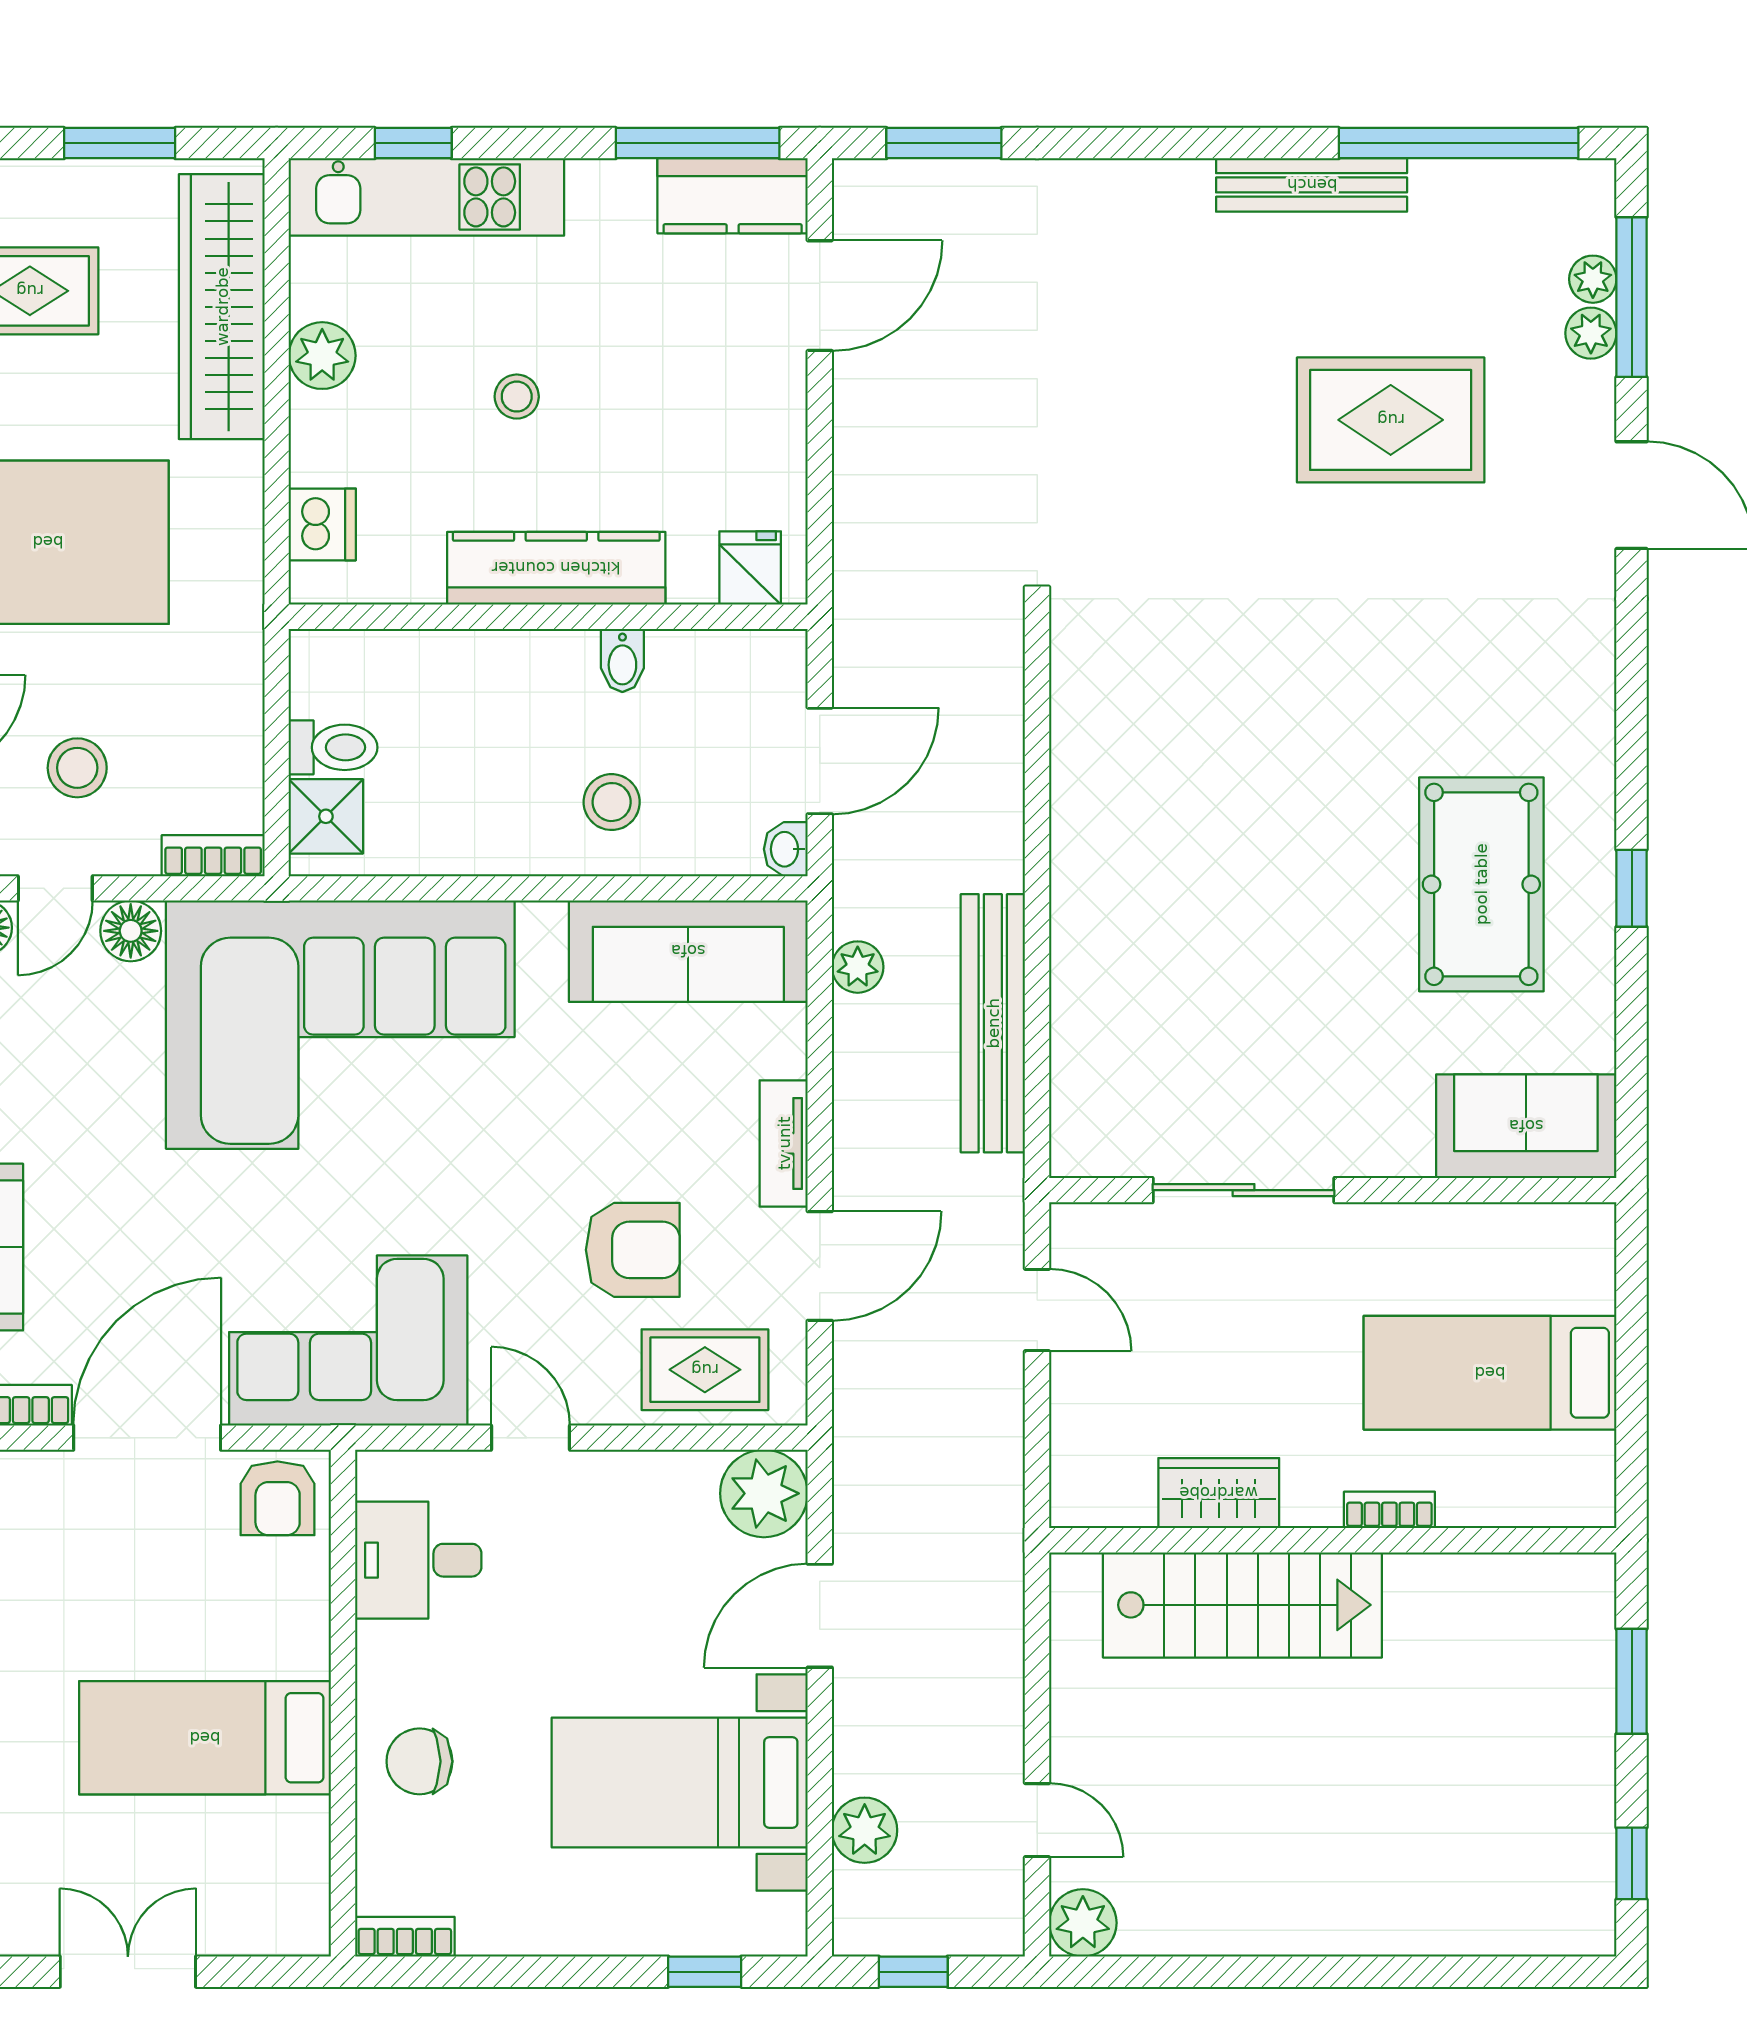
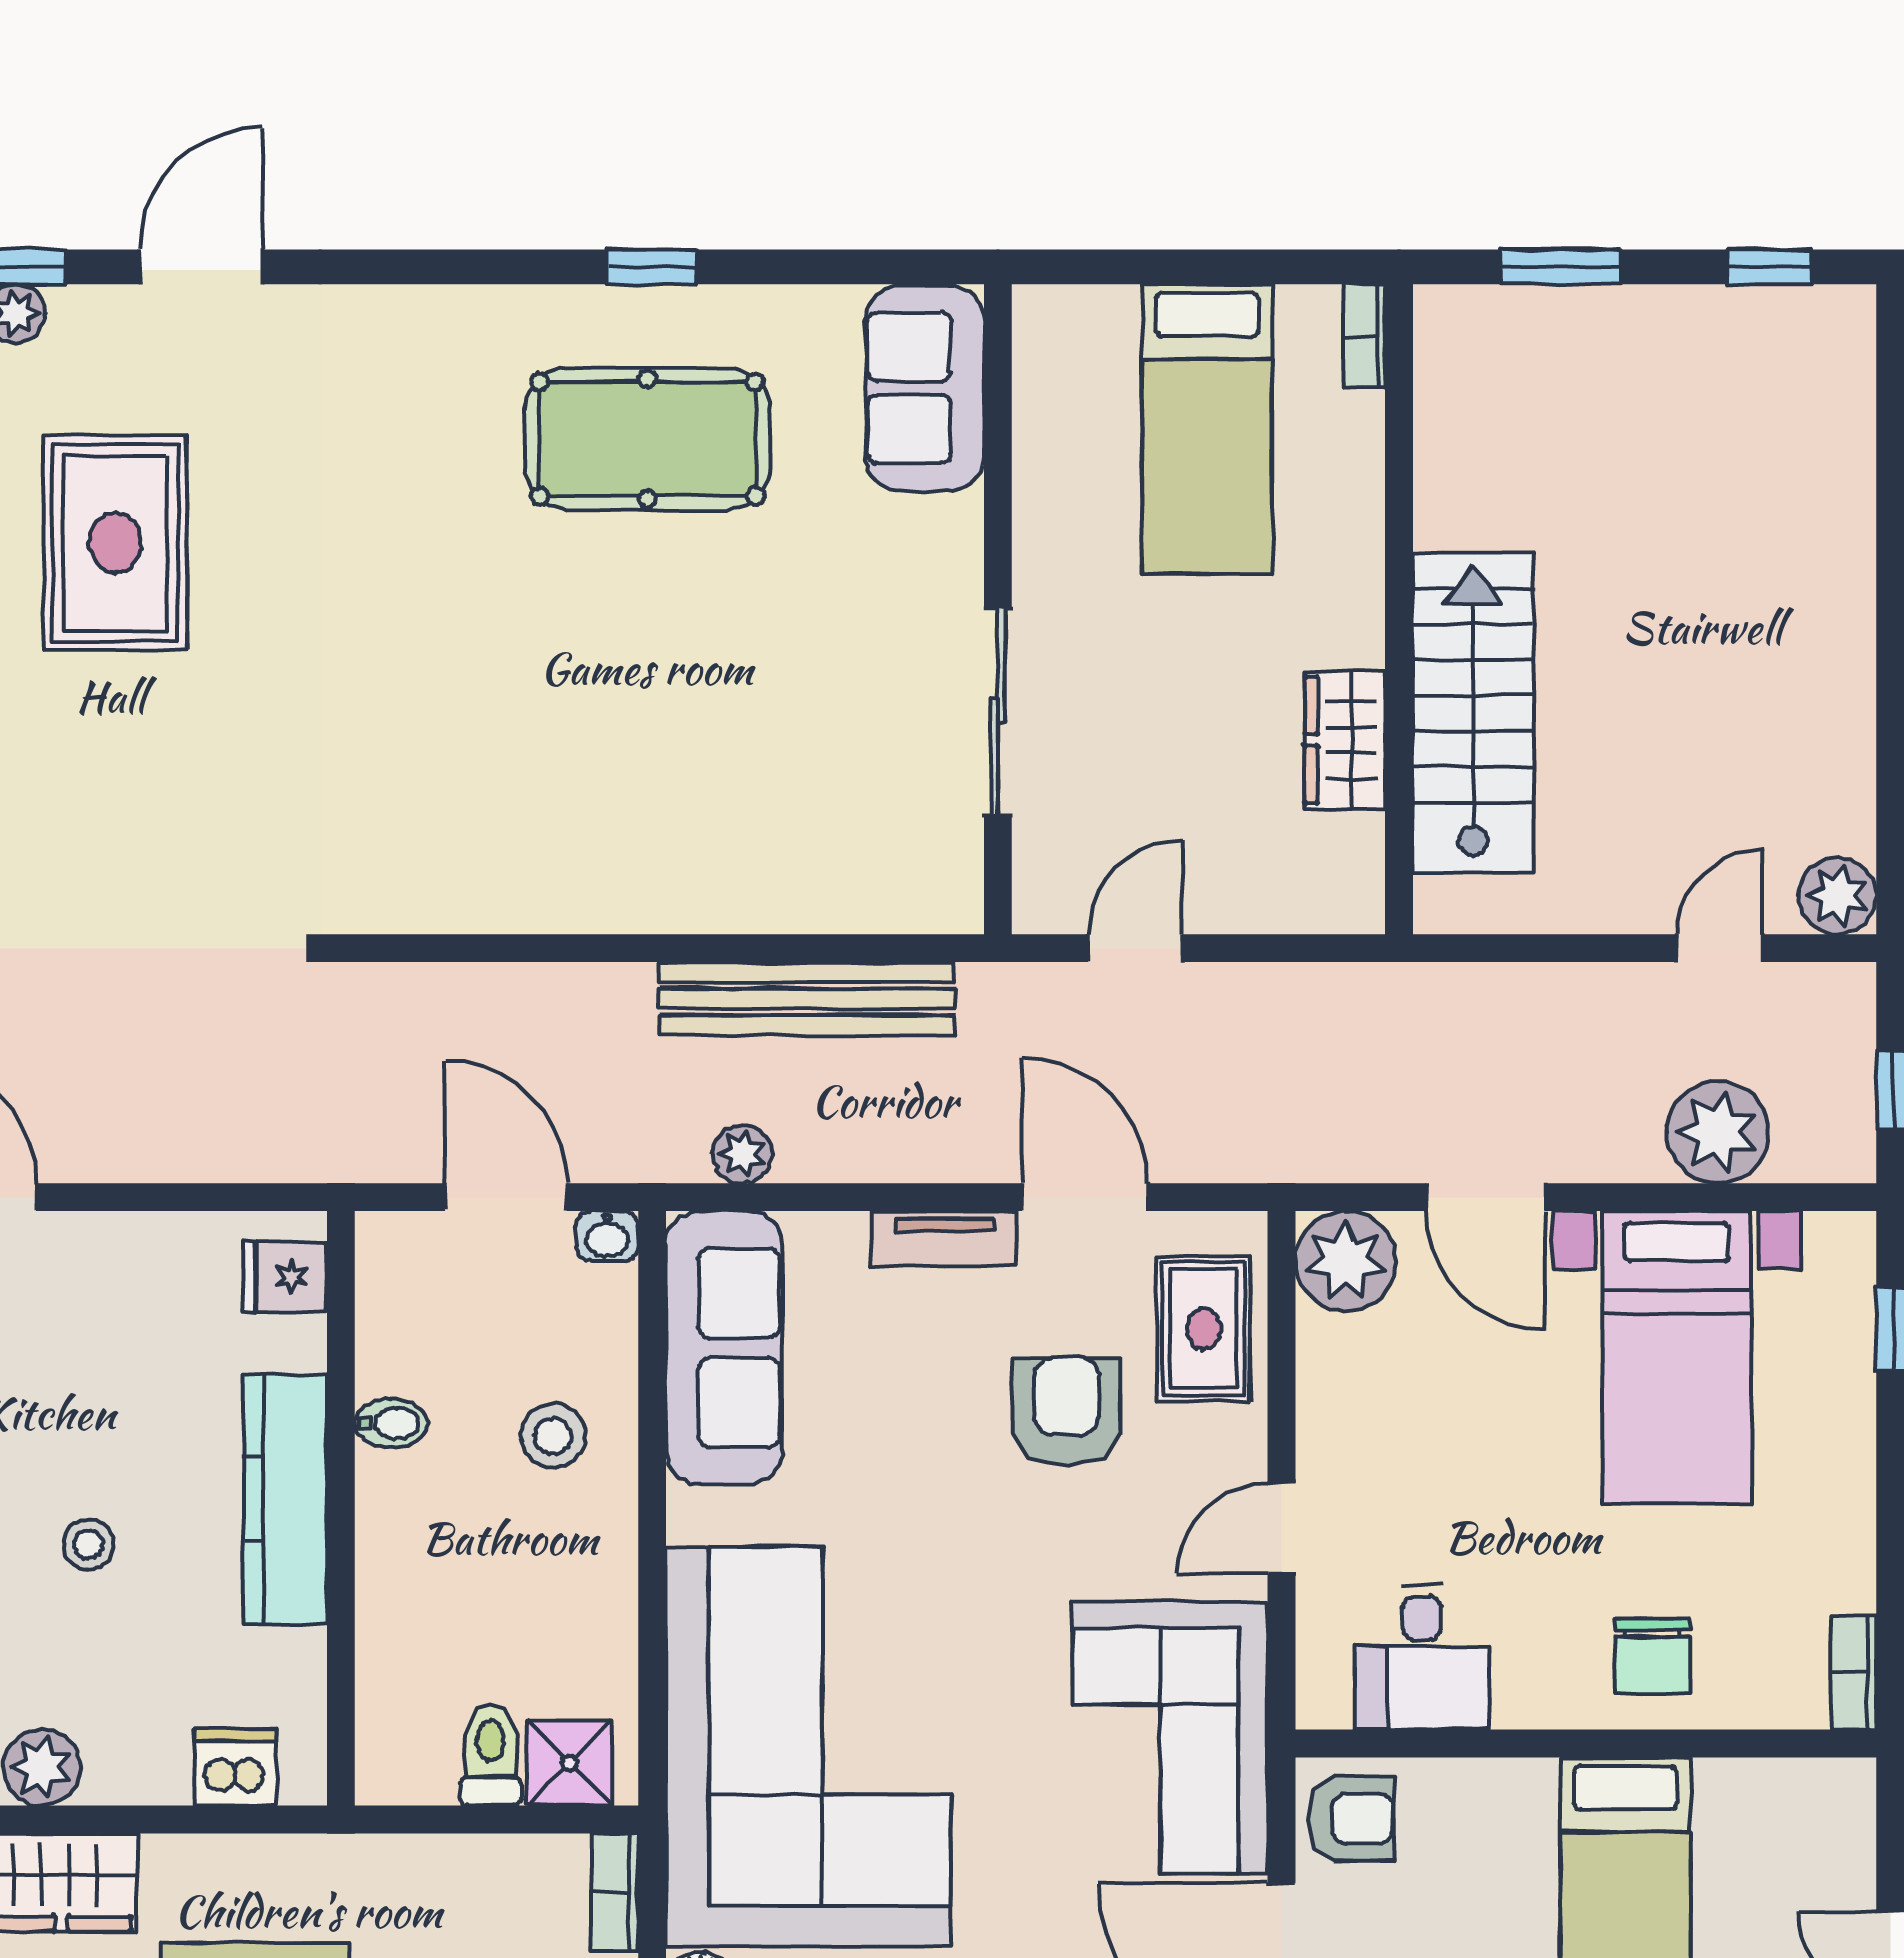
bookcase: (1389, 1510) -> (1364, 336), moved
plant: (865, 1830) -> (1718, 1132), width x1.36, depth x1.36

